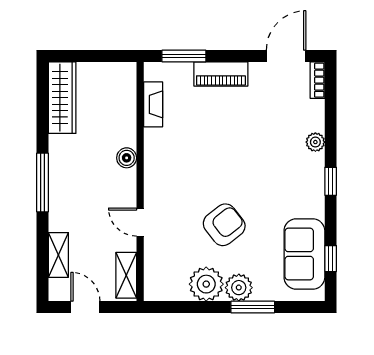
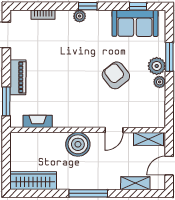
bookcase: (317, 80) -> (43, 15), moved
plant: (315, 142) -> (80, 16), moved
boiler: (127, 158) -> (78, 144), width x1.86, depth x1.86
plant: (206, 284) -> (160, 82), width x0.53, depth x0.53

